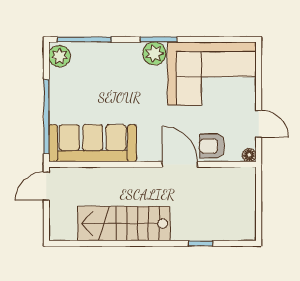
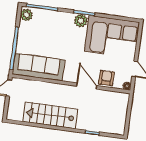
armchair: (212, 146) -> (106, 78), turned 90

